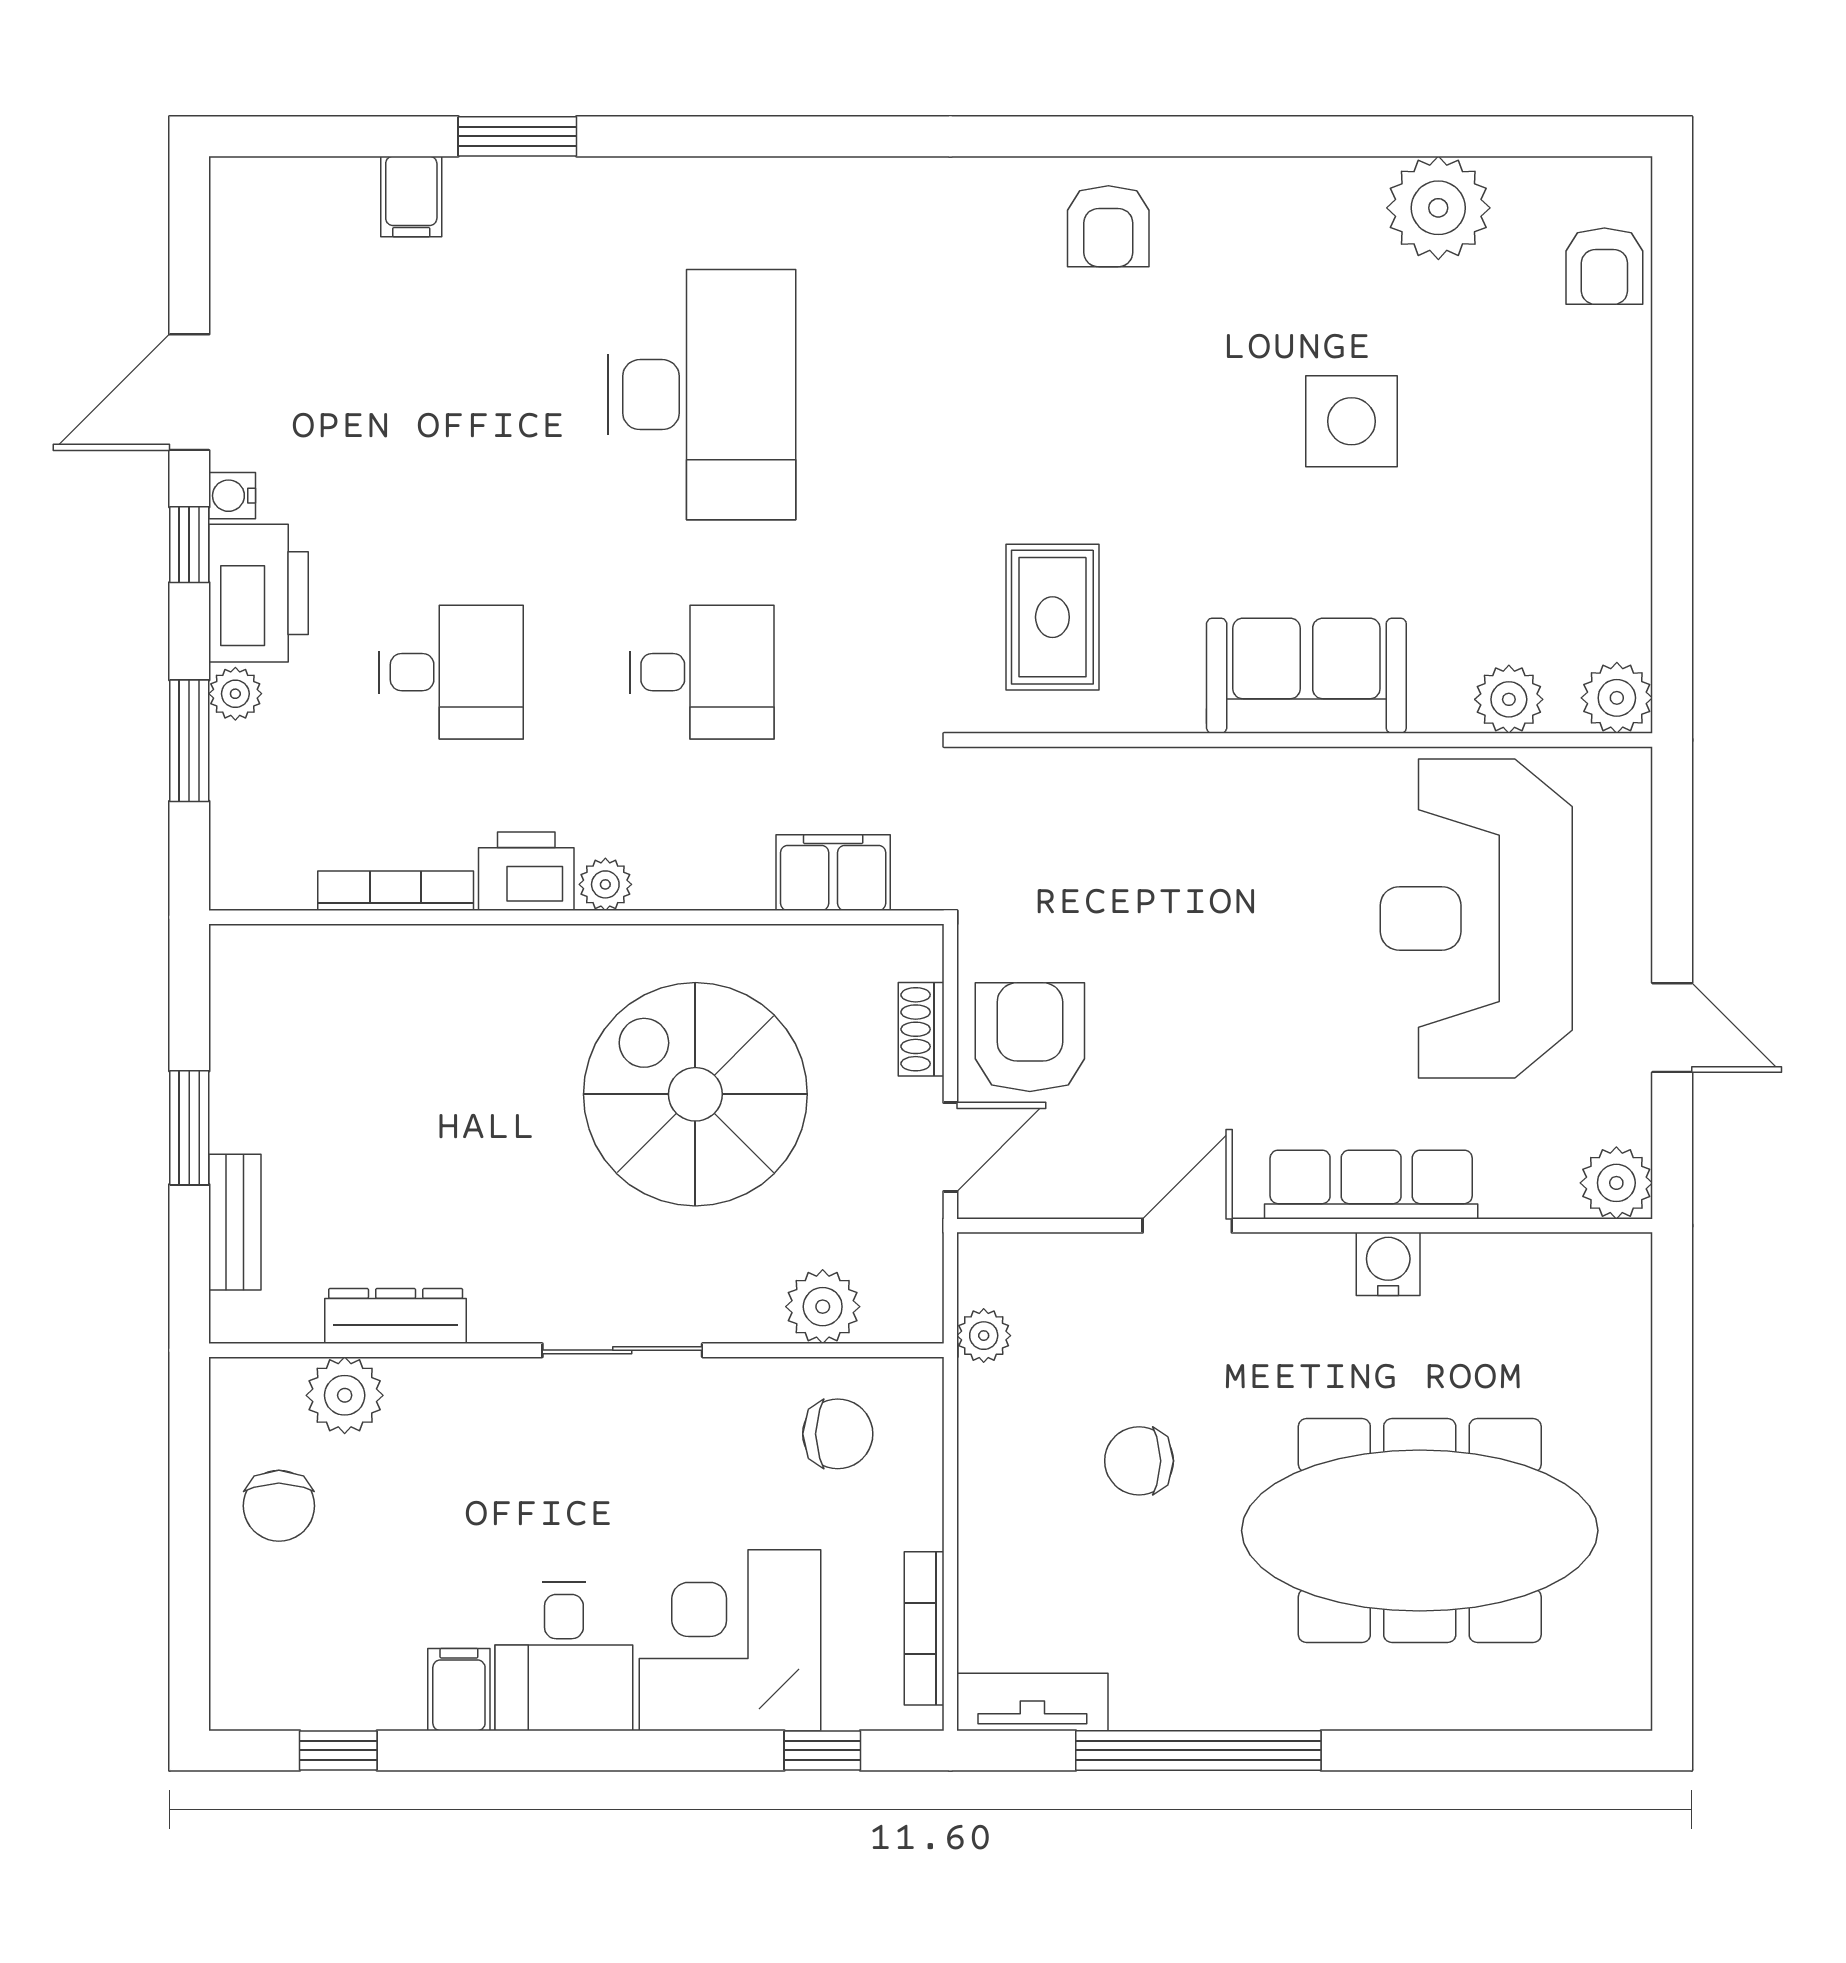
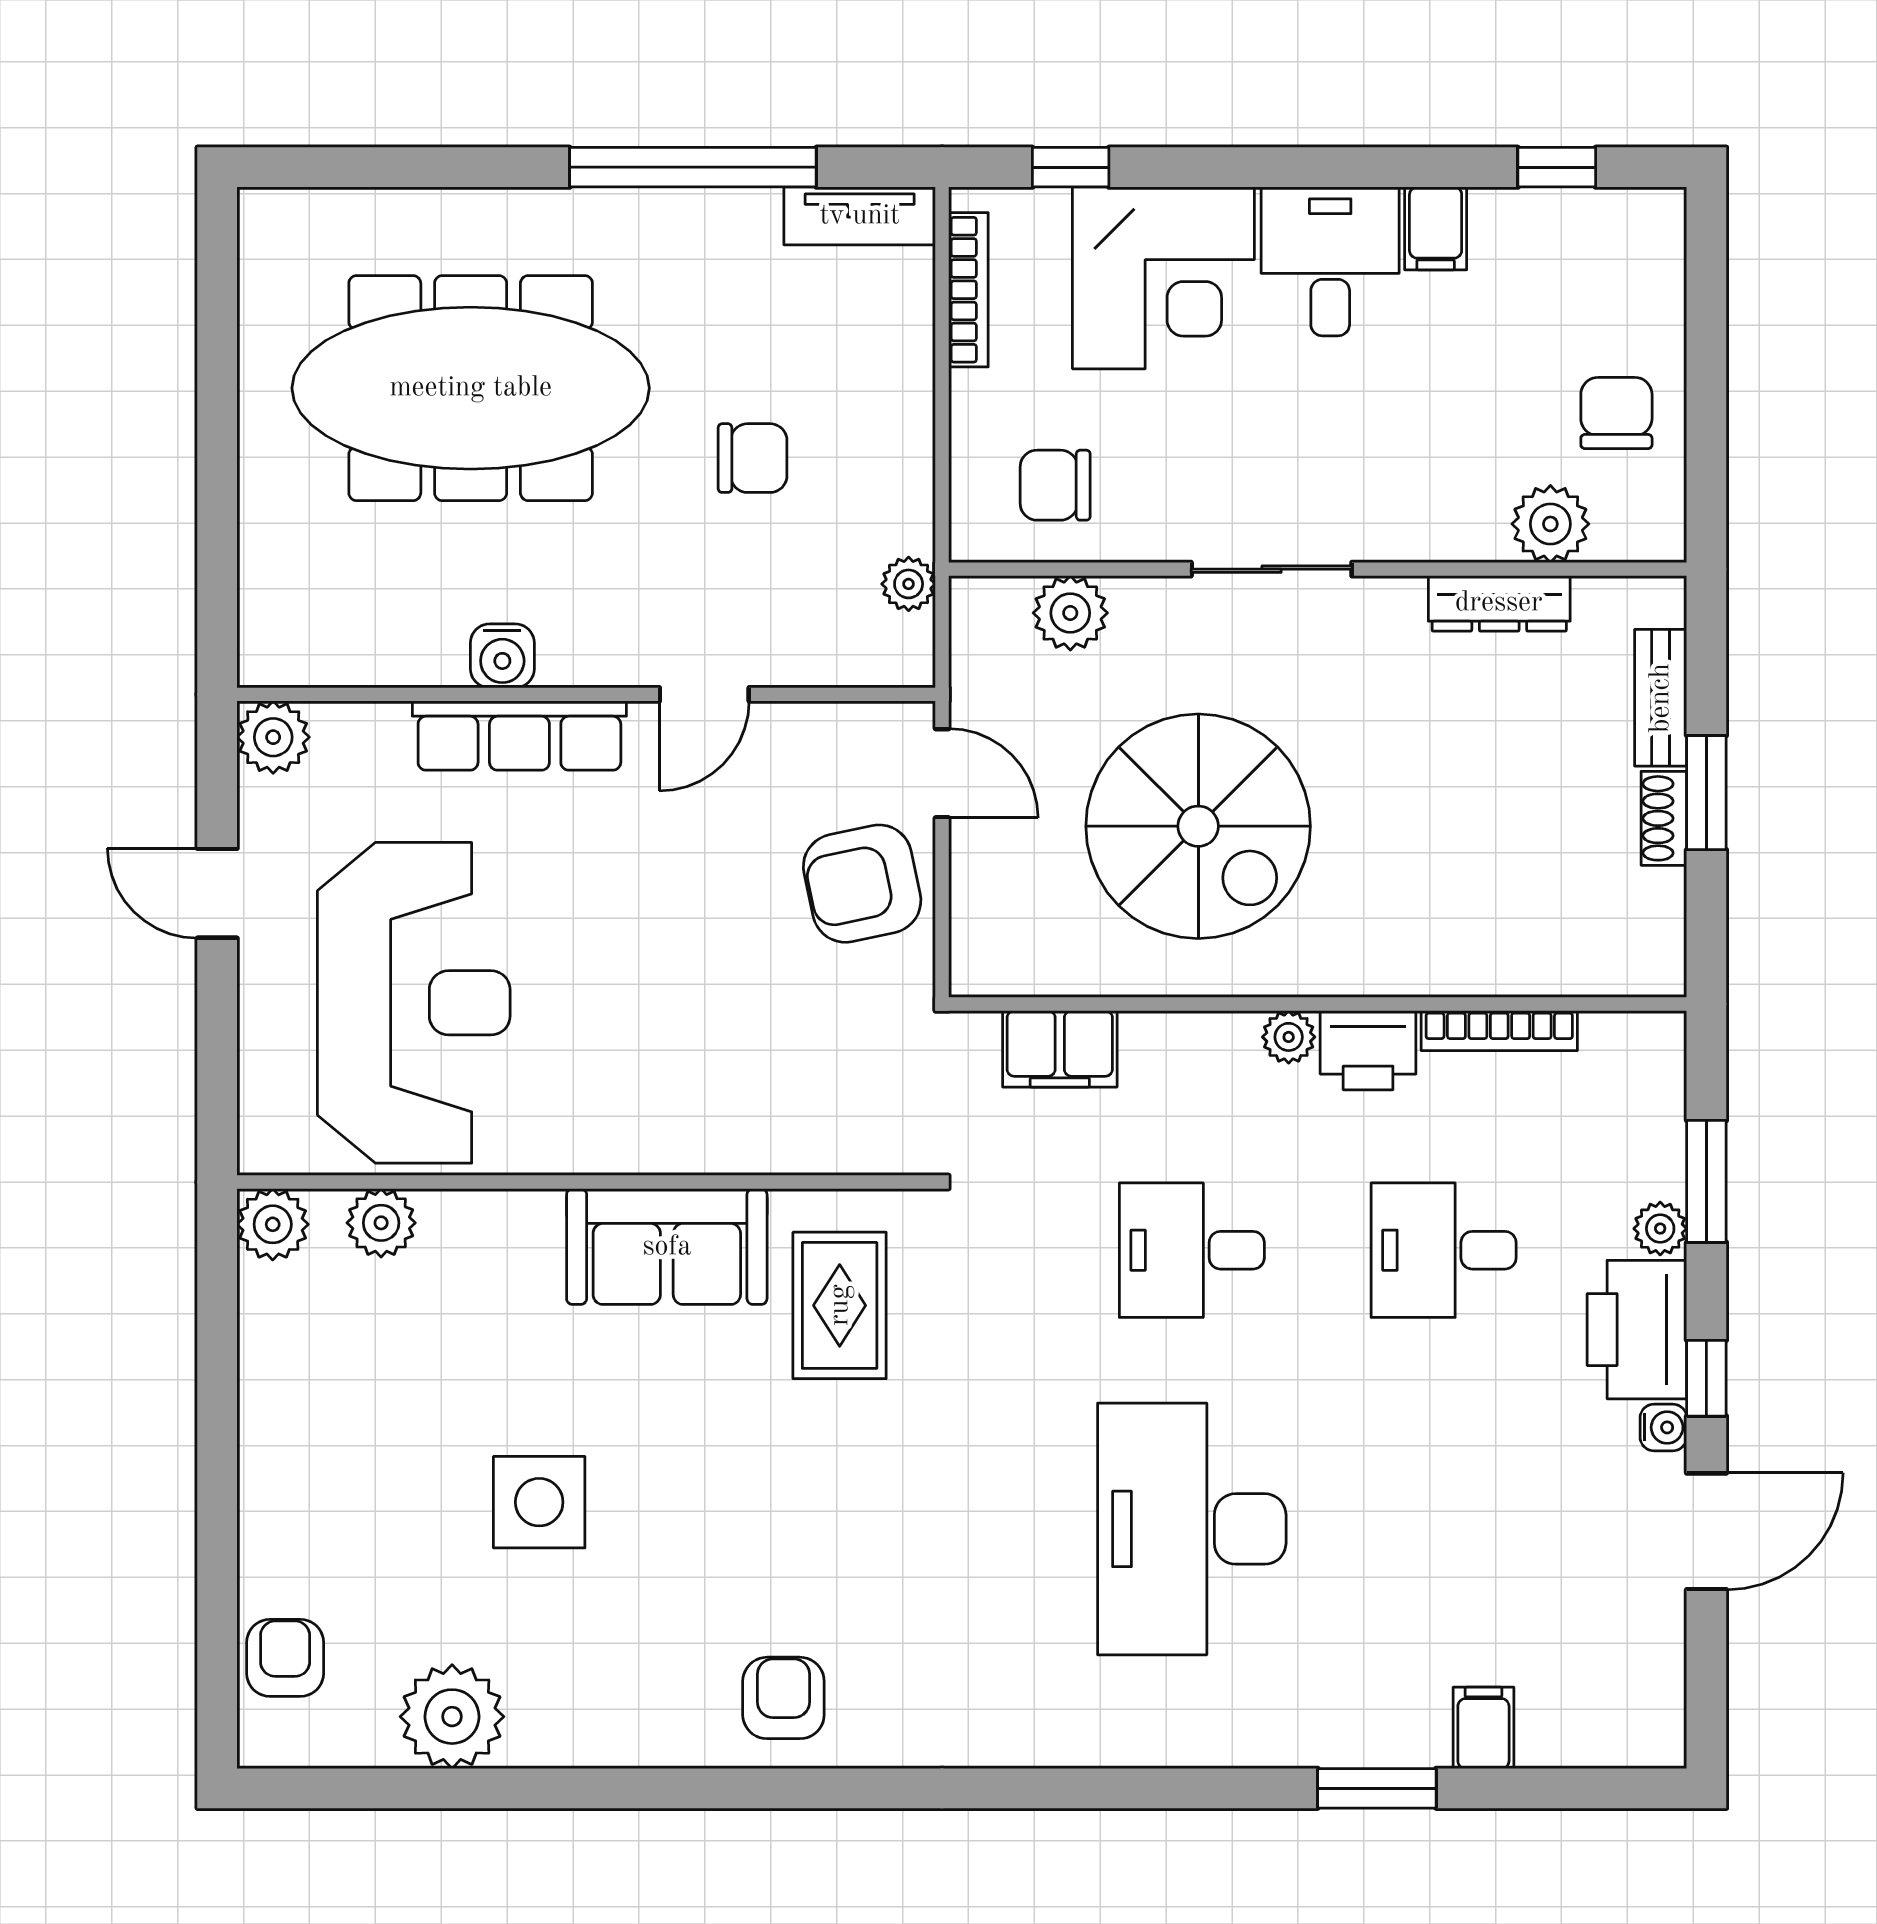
sofa: (1306, 676) -> (667, 1247), moved
shoe rack: (921, 1029) -> (1664, 818), moved, turned 180
armchair: (1030, 1037) -> (862, 884), turned 78
door: (950, 1147) -> (942, 773), swing flipped

